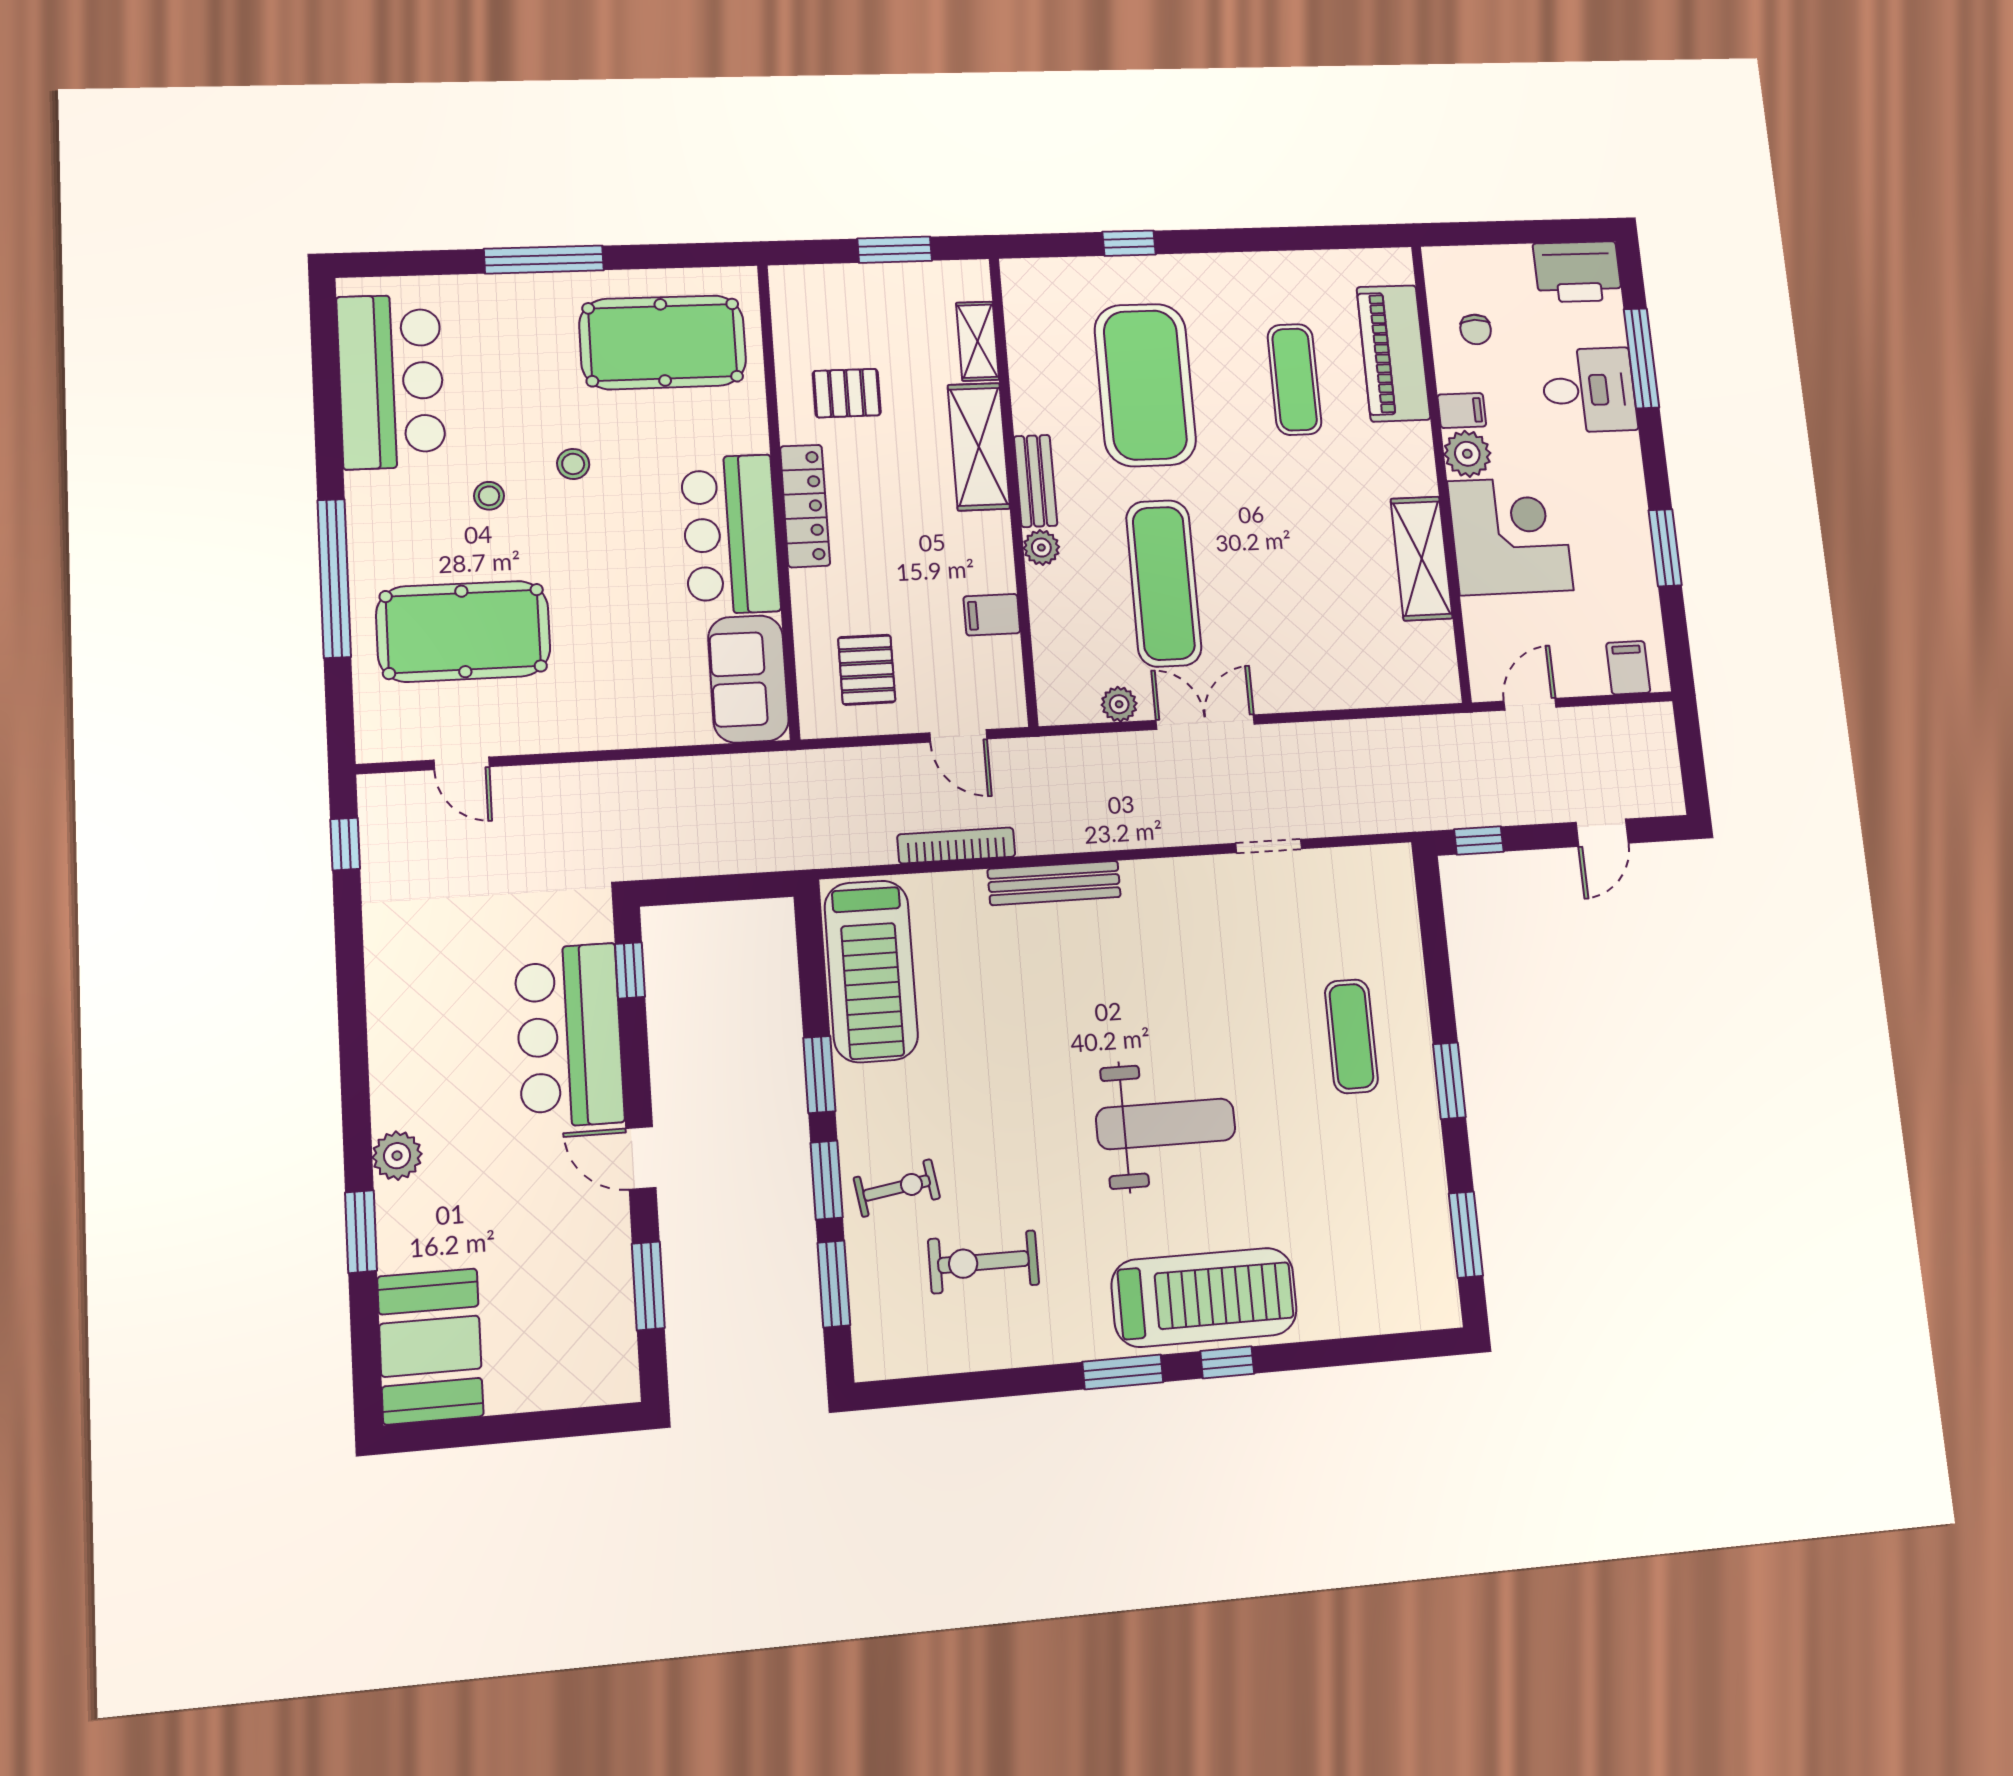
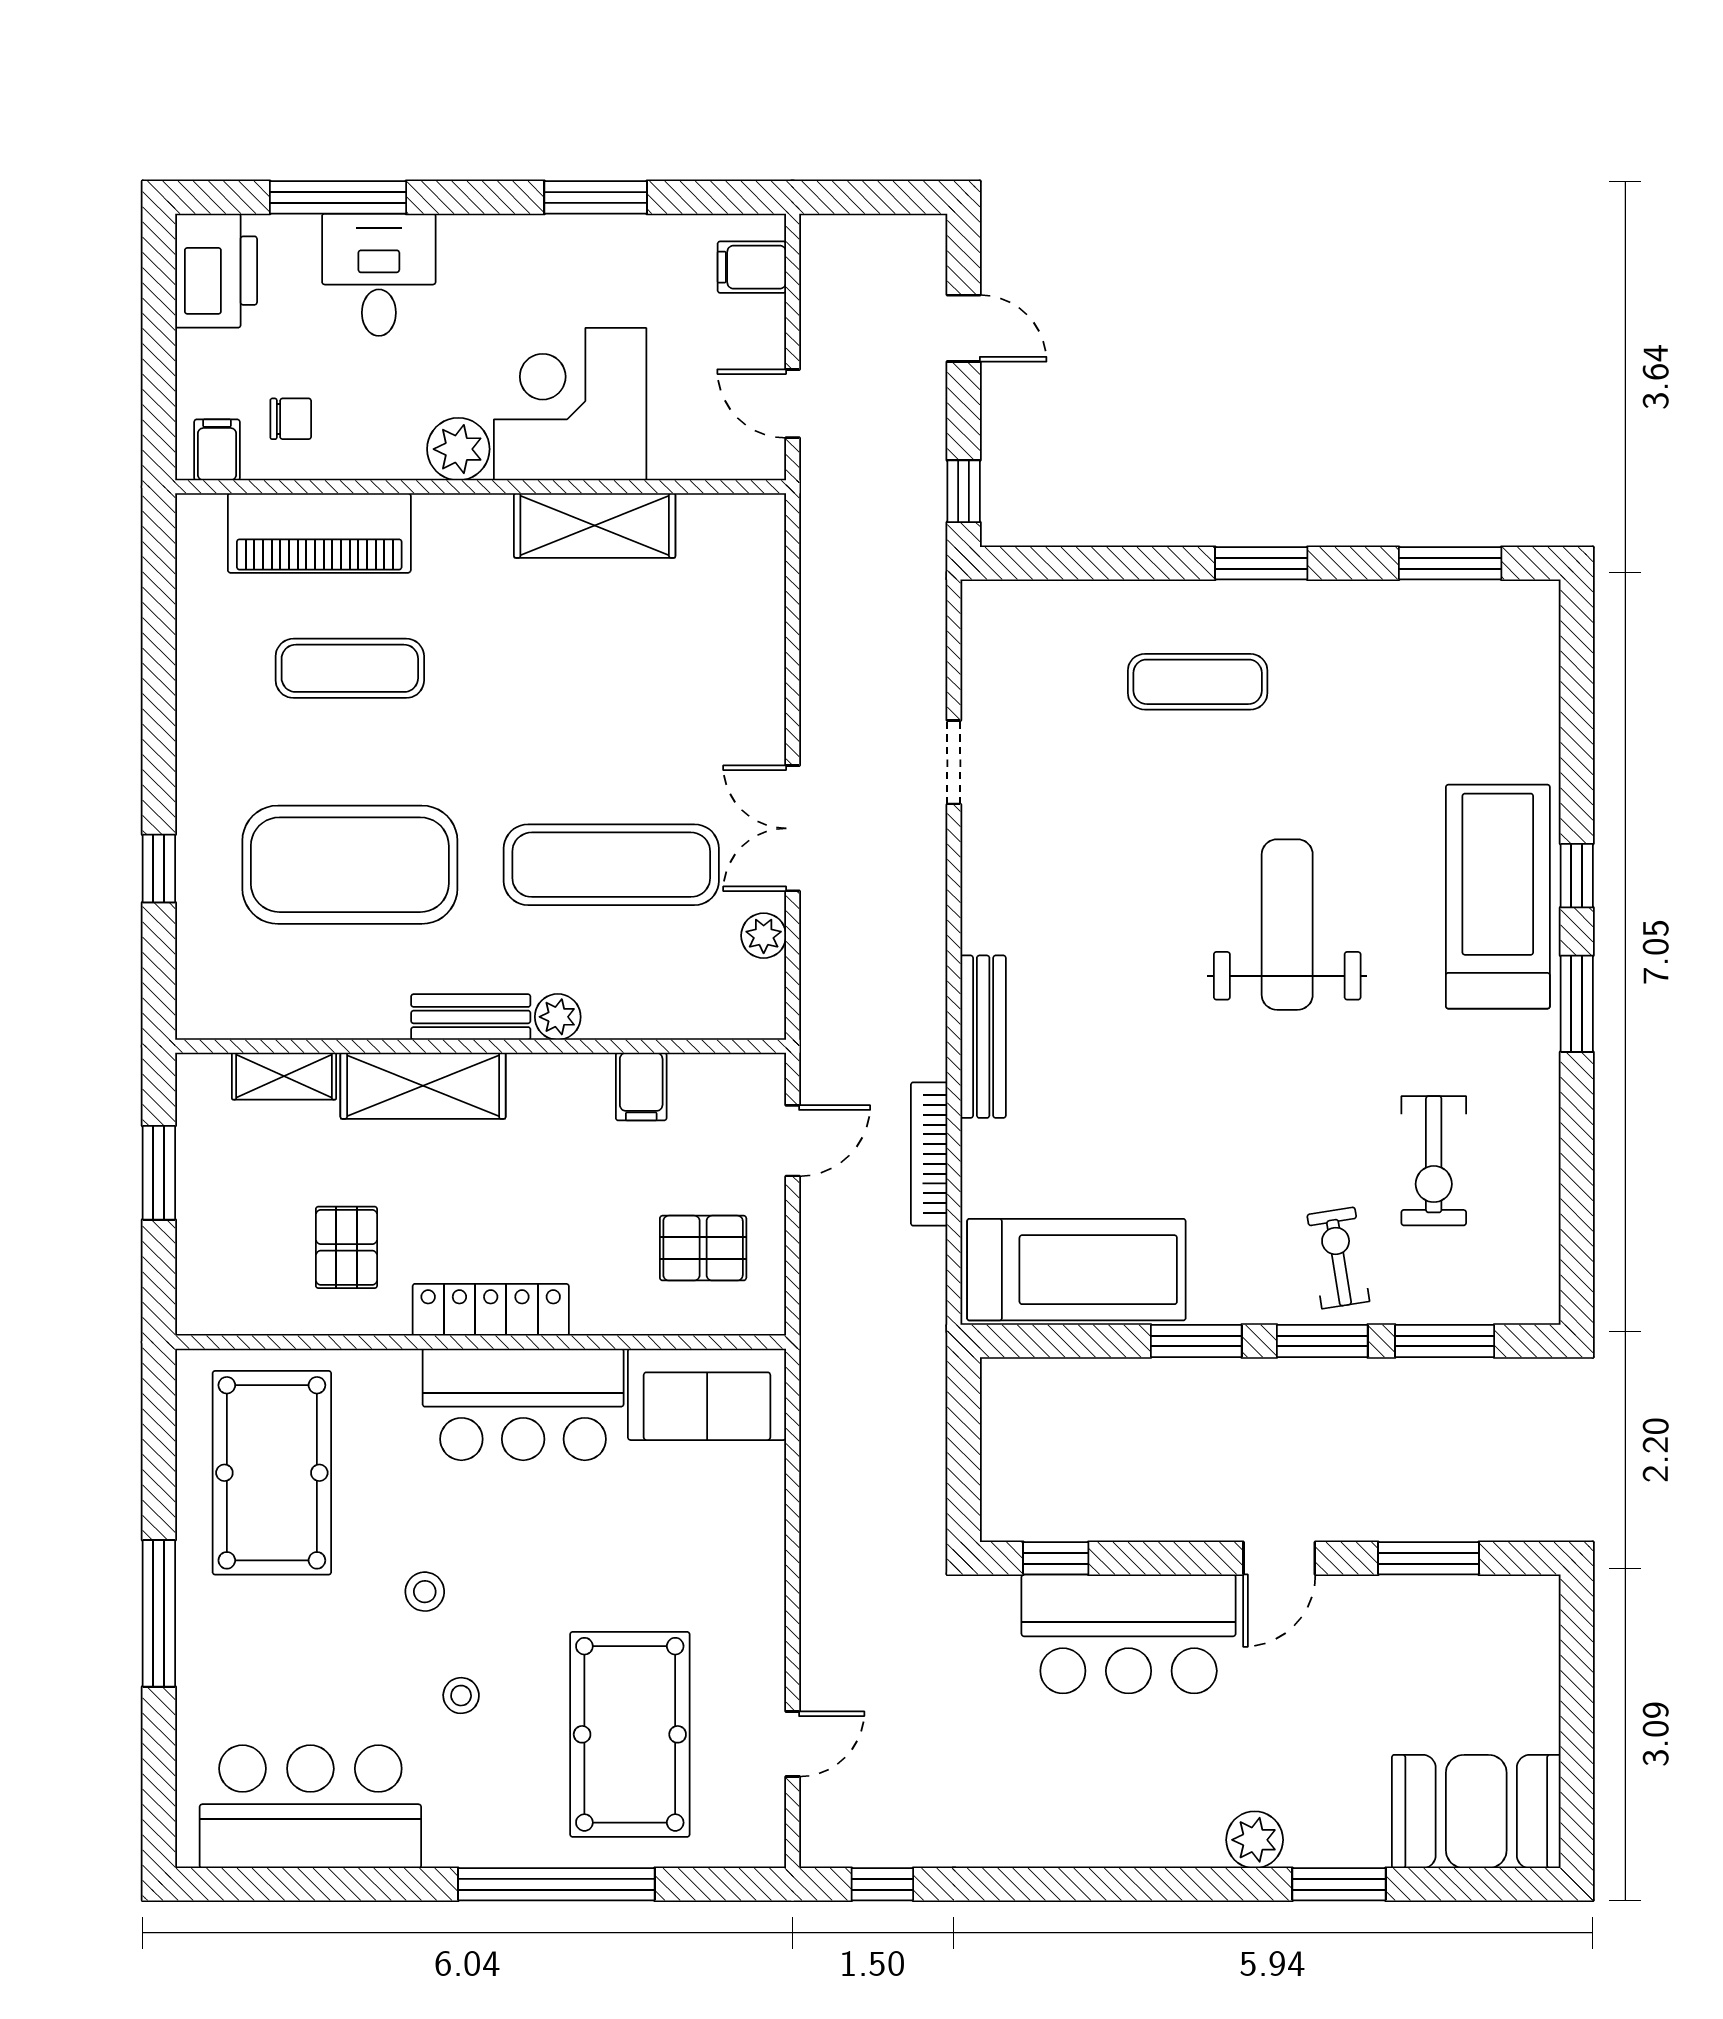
filing cabinet: (1462, 411) -> (217, 450), moved

